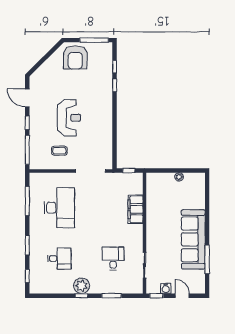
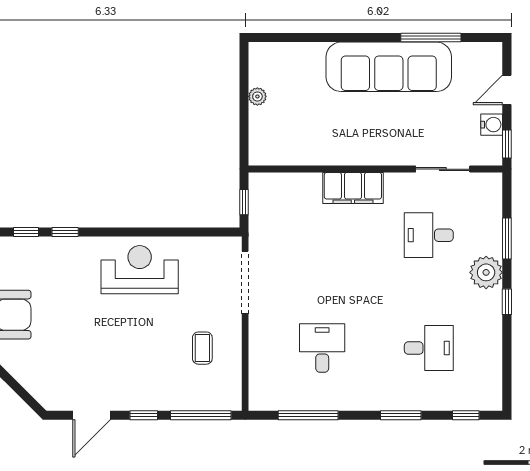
reception desk: (69, 118) -> (140, 270), moved
desk: (59, 208) -> (322, 348), width x0.53, depth x0.77
filing cabinet: (136, 209) -> (353, 188), moved
desk: (59, 258) -> (429, 348), turned 90
plant: (82, 286) -> (486, 272), moved

